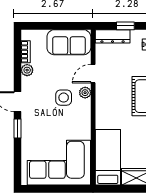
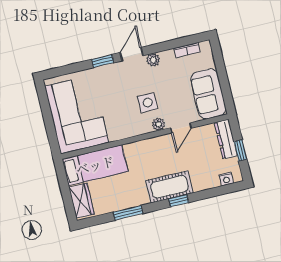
plant: (27, 70) -> (153, 60), moved
door: (93, 74) -> (181, 128), swing flipped

